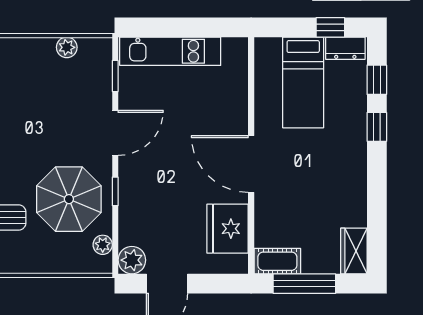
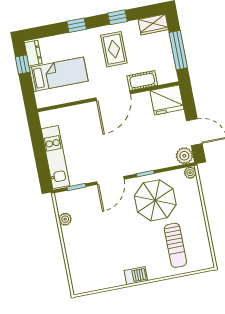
window: (377, 80) -> (117, 17), moved
door: (115, 133) -> (110, 180), swing flipped
rug: (326, 180) -> (114, 49), added
fridge: (227, 229) -> (167, 100), moved
plant: (103, 245) -> (190, 173), moved
cot: (277, 261) -> (142, 81), moved, turned 90

